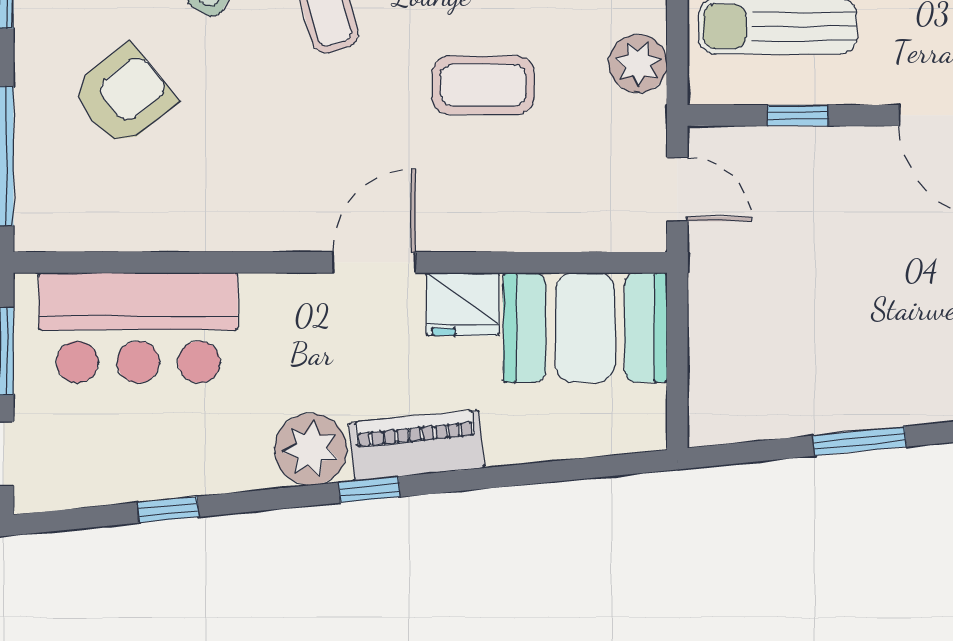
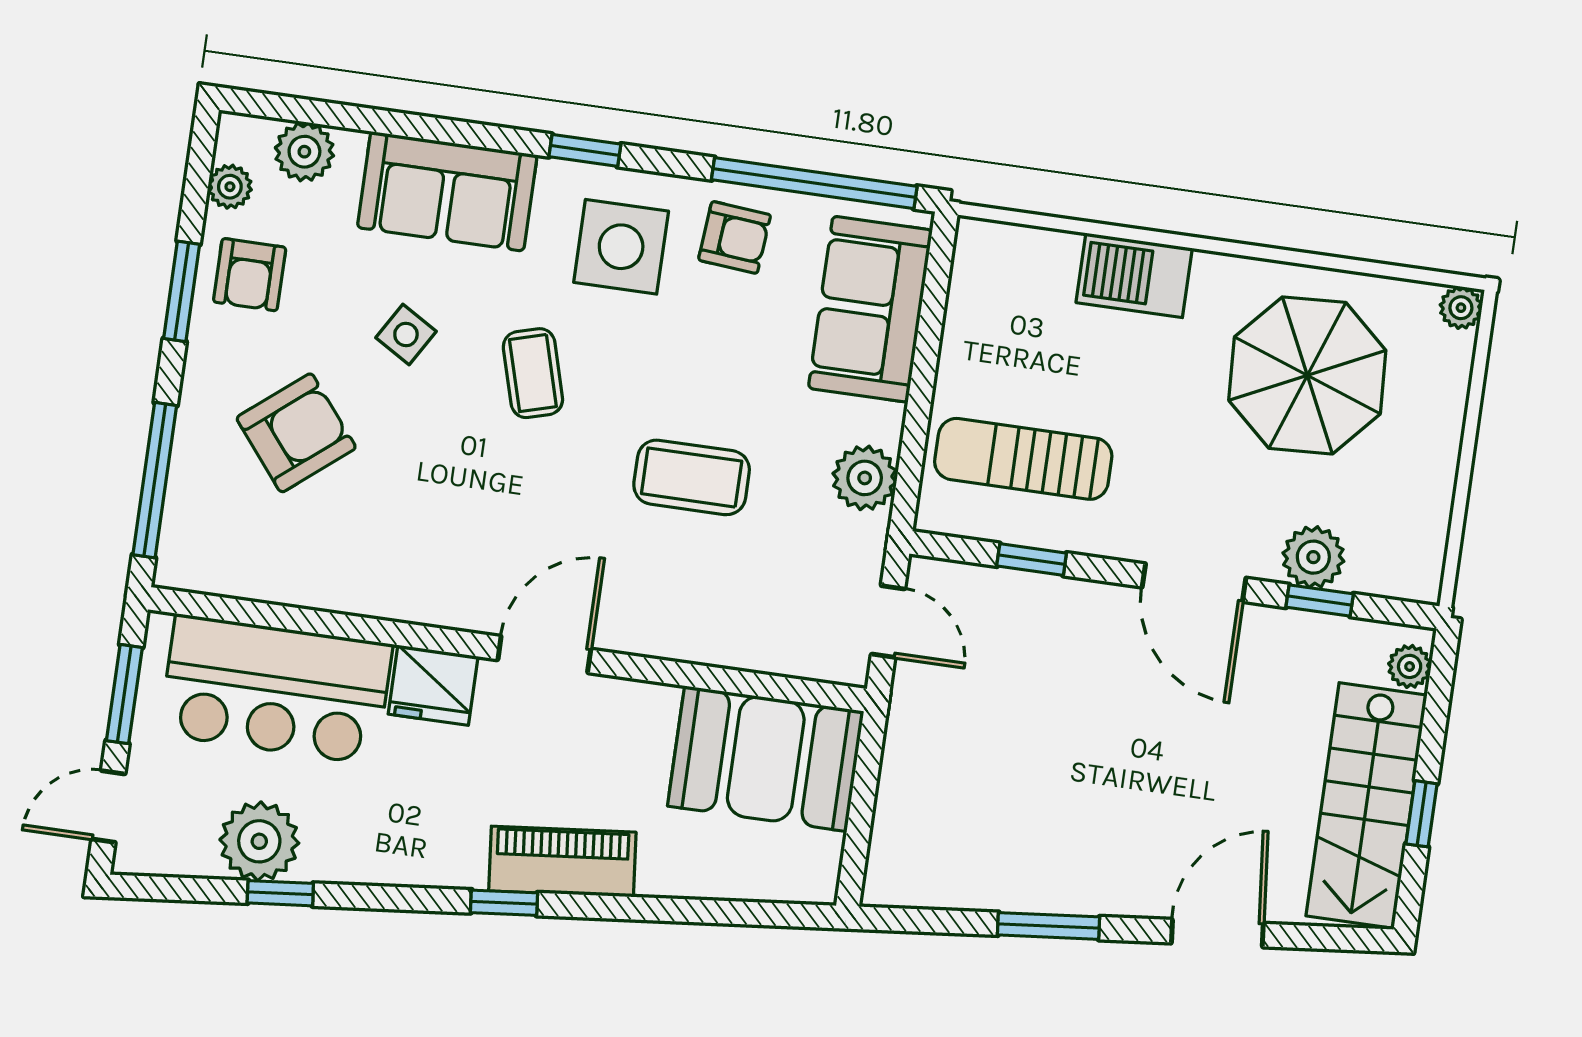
fridge: (463, 304) -> (433, 685), moved
plant: (311, 449) -> (259, 841), moved

